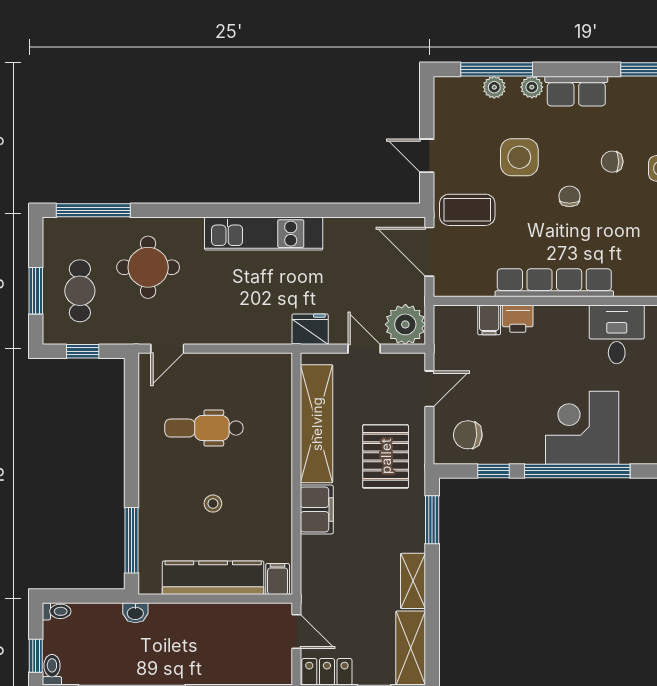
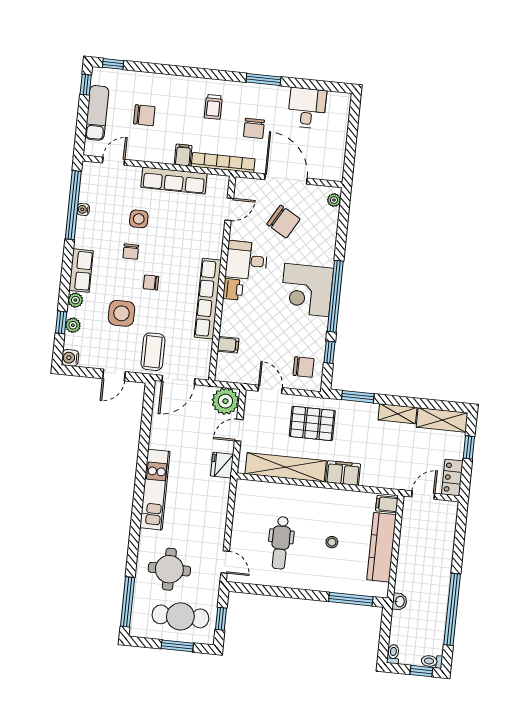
window: (497, 69) -> (61, 322), width x0.46
water cooler: (446, 88) -> (70, 358), added
cafe table: (80, 291) -> (180, 616), width x1.37, depth x1.35
printer: (518, 319) -> (233, 289), moved
chair: (468, 435) -> (304, 367), turned -95

